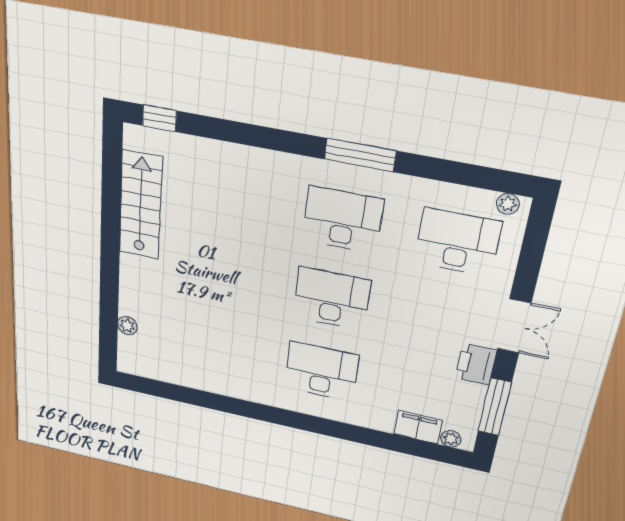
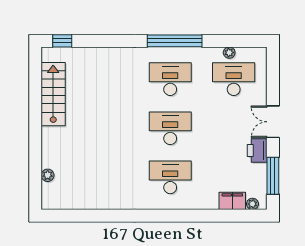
window: (360, 155) -> (175, 41), width x1.46
plant: (508, 204) -> (229, 53), moved
double door: (514, 326) -> (273, 122), swing flipped

